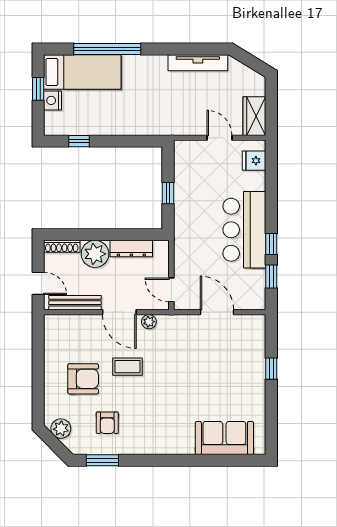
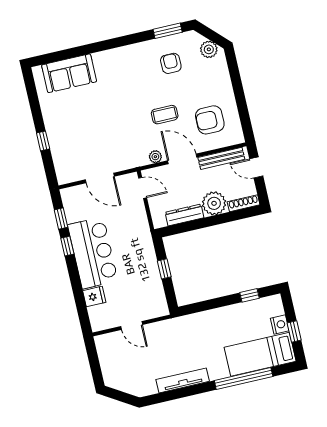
tv unit: (198, 63) -> (183, 380), moved
wardrobe: (254, 116) -> (106, 351), removed
fridge: (254, 161) -> (94, 296), moved
armchair: (83, 379) -> (210, 120), moved

